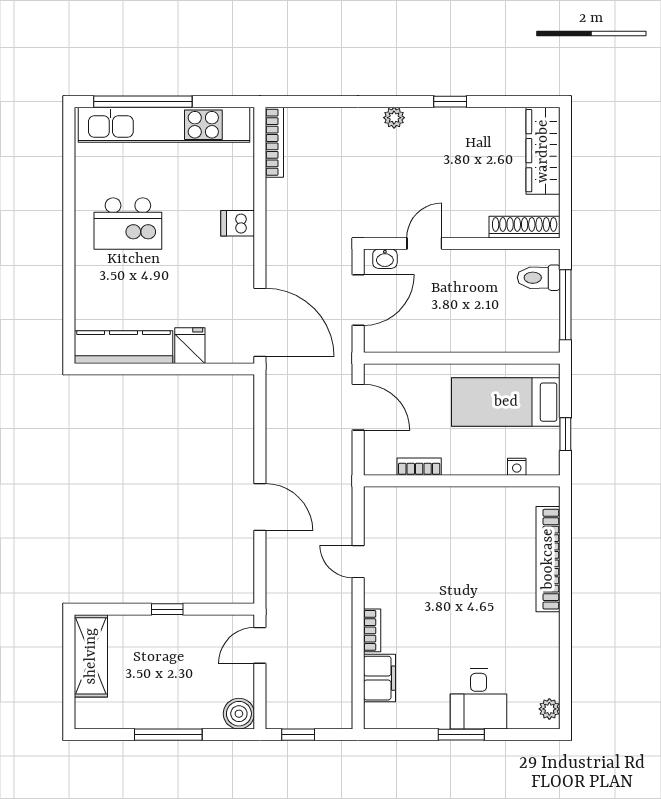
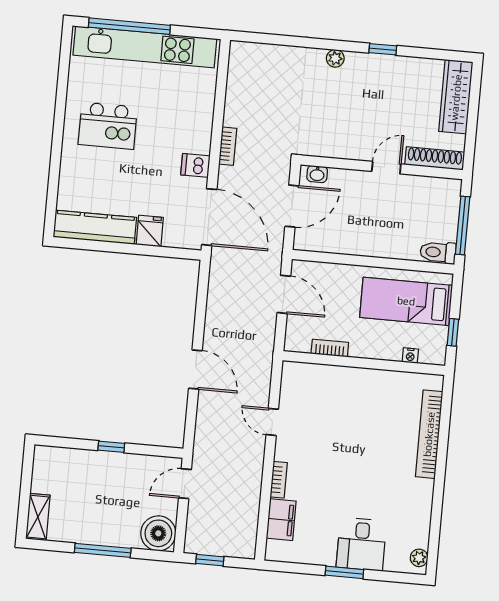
bookcase: (274, 142) -> (228, 146), moved, width x0.64
dishwasher: (238, 223) -> (195, 165), moved
door: (424, 243) -> (386, 168), moved
toilet: (539, 278) -> (438, 252), moved
shelving: (91, 656) -> (38, 517), moved, width x0.67, depth x0.75
boiler: (239, 714) -> (158, 533), width x1.37, depth x1.37

